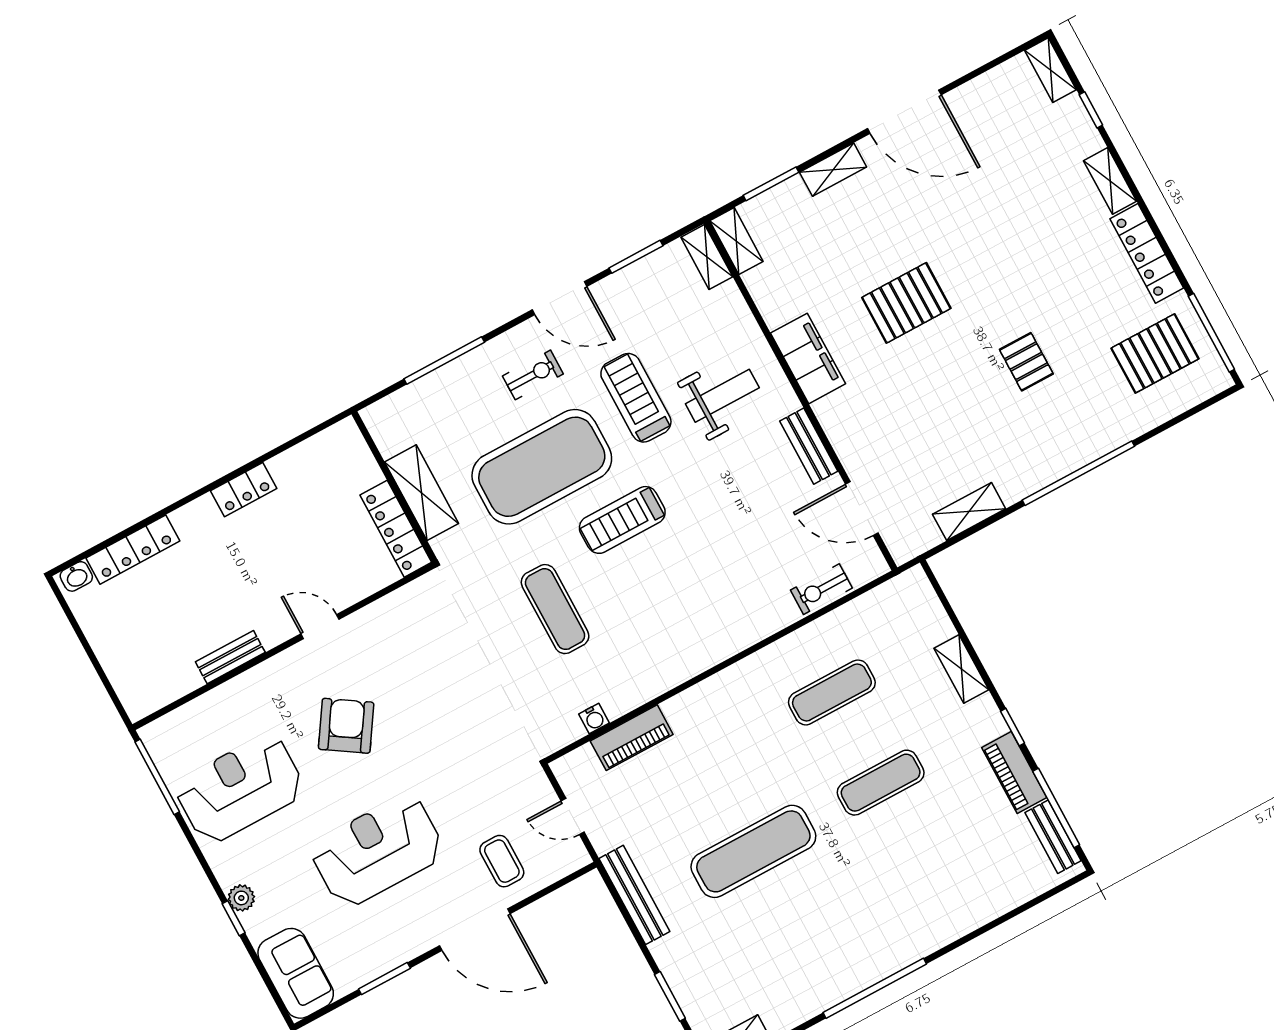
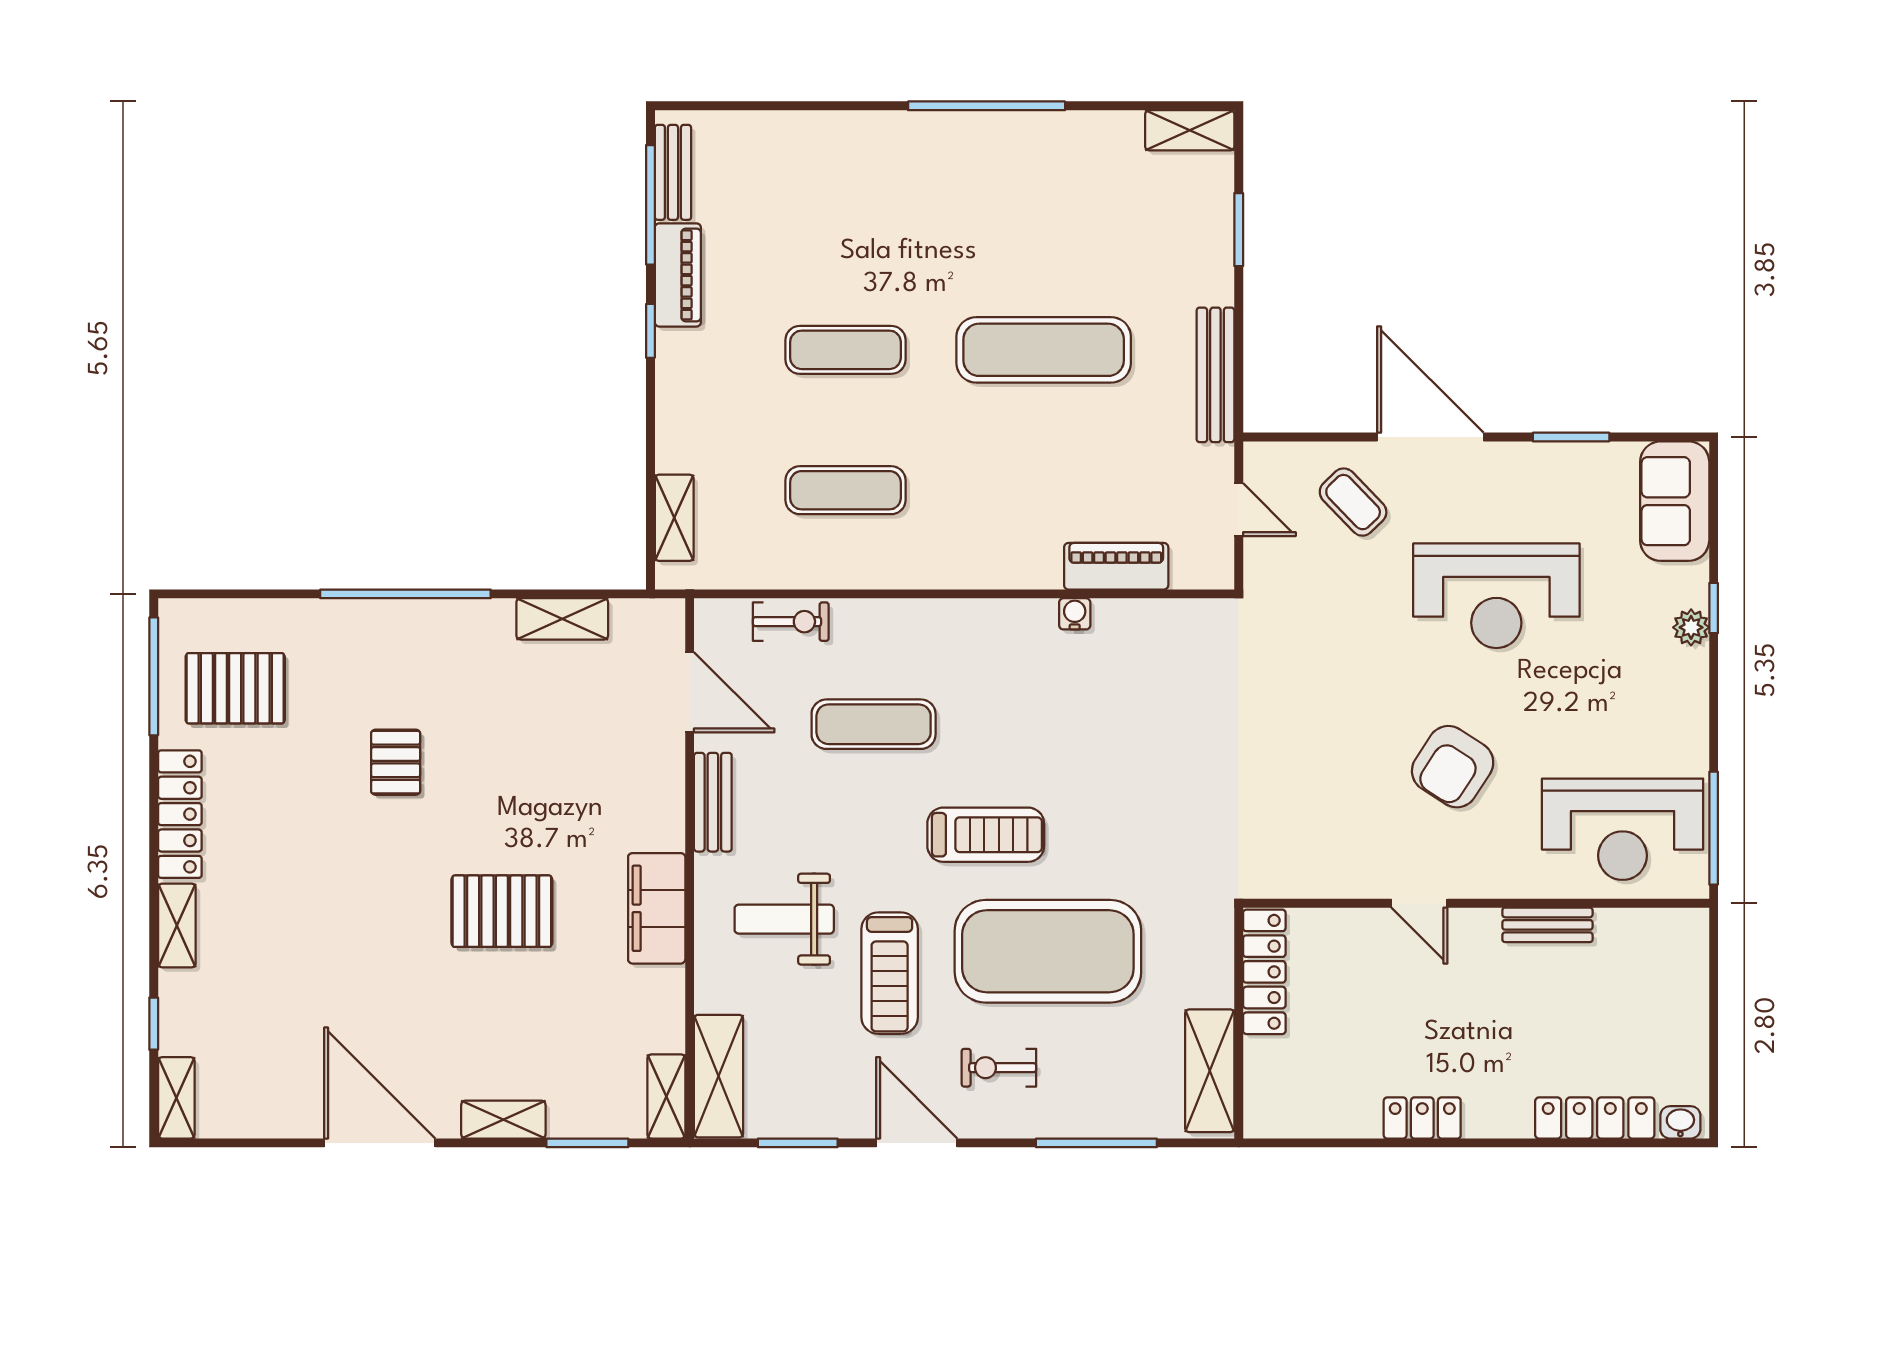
shelving: (707, 257) -> (719, 1076), width x1.50, depth x1.33
shelving: (422, 493) -> (1210, 1071), moved
exercise mat: (555, 609) -> (874, 724), moved, turned 90
shelving: (961, 669) -> (674, 518), moved
water cooler: (594, 718) -> (1075, 614), moved
reception desk: (240, 789) -> (1623, 829), moved
coffee table: (502, 861) -> (1353, 502), turned -44

